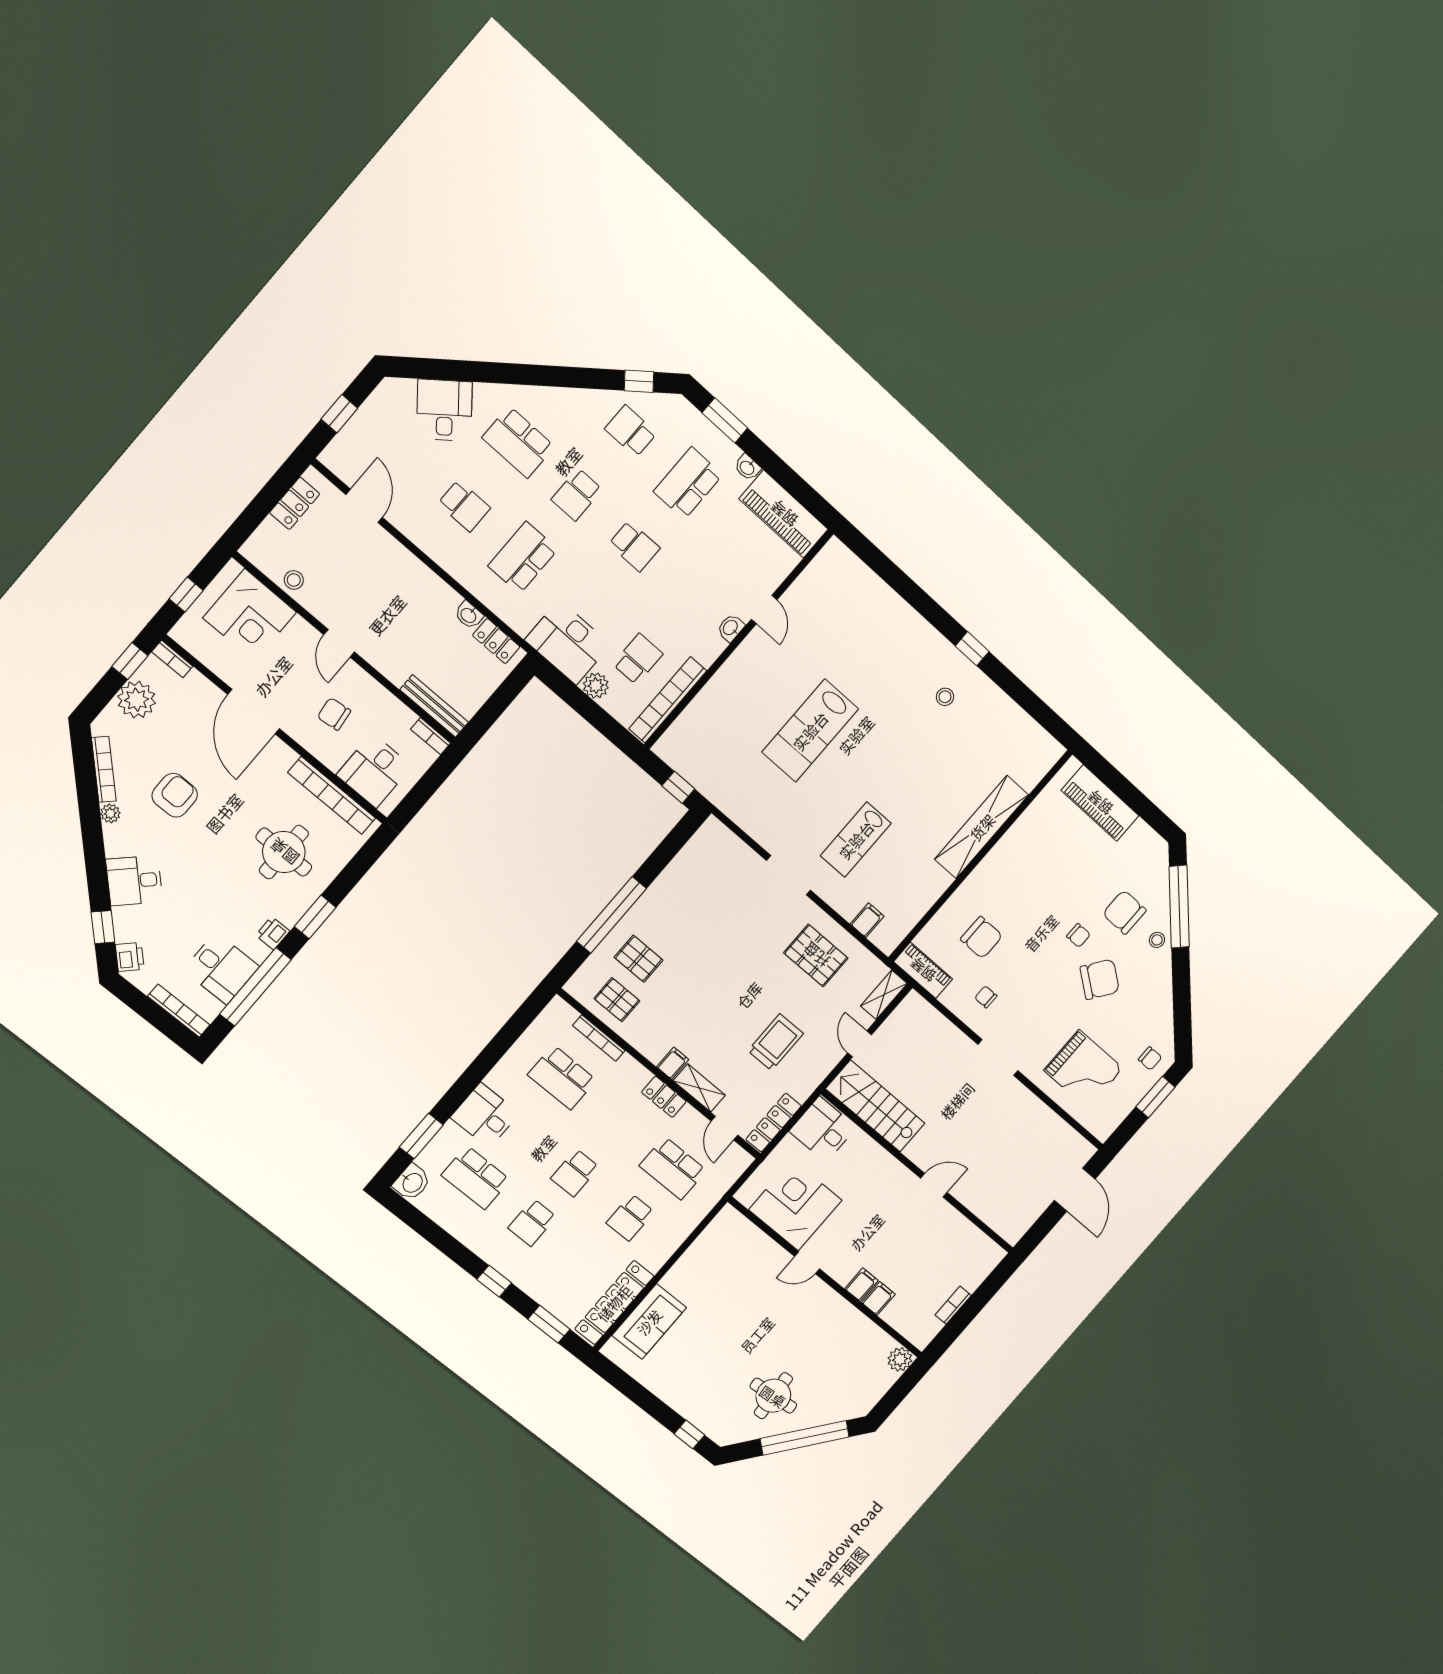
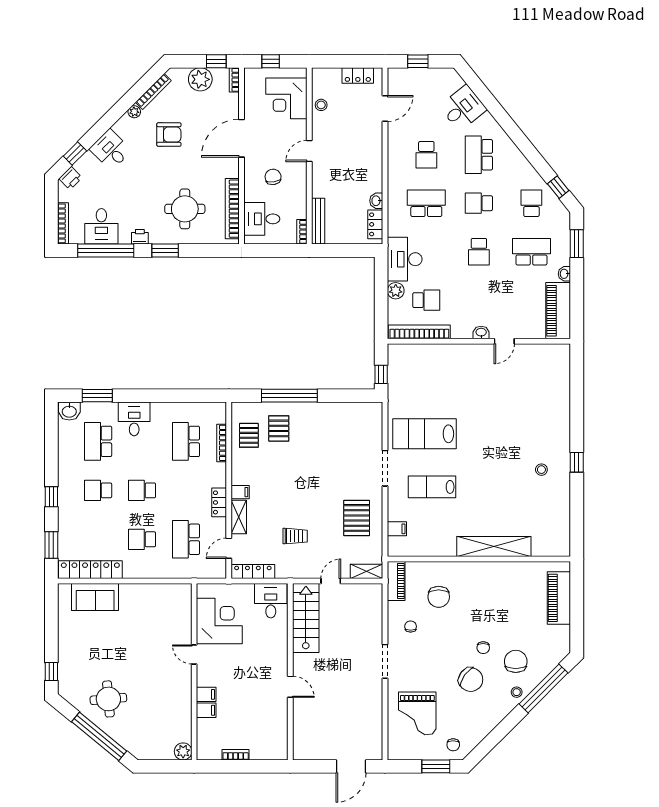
lab bench: (810, 731) -> (424, 434), moved
trolley: (776, 1042) -> (295, 536), width x0.73, depth x0.72

